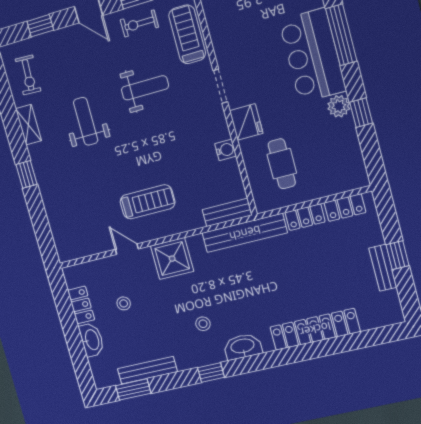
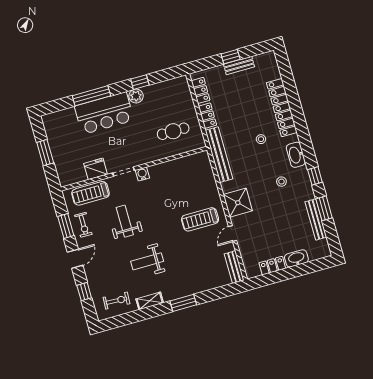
fridge: (246, 122) -> (96, 169), moved
water cooler: (226, 150) -> (142, 174), moved
window: (26, 174) -> (183, 303), width x1.50
treadmill: (148, 202) -> (200, 219), turned -90
bench: (227, 212) -> (234, 267), moved
stool: (124, 303) -> (261, 139), moved
window: (133, 389) -> (324, 208), moved

